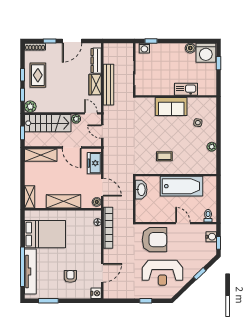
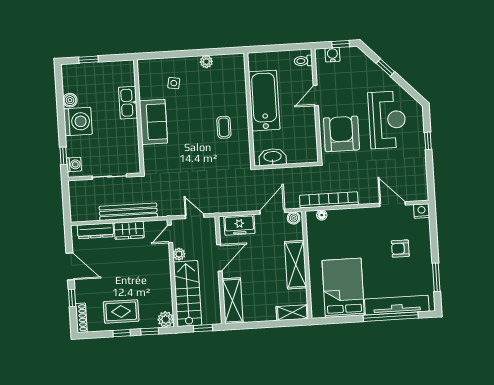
washing machine: (206, 53) -> (78, 121), moved
door: (102, 132) -> (195, 216), swing flipped

